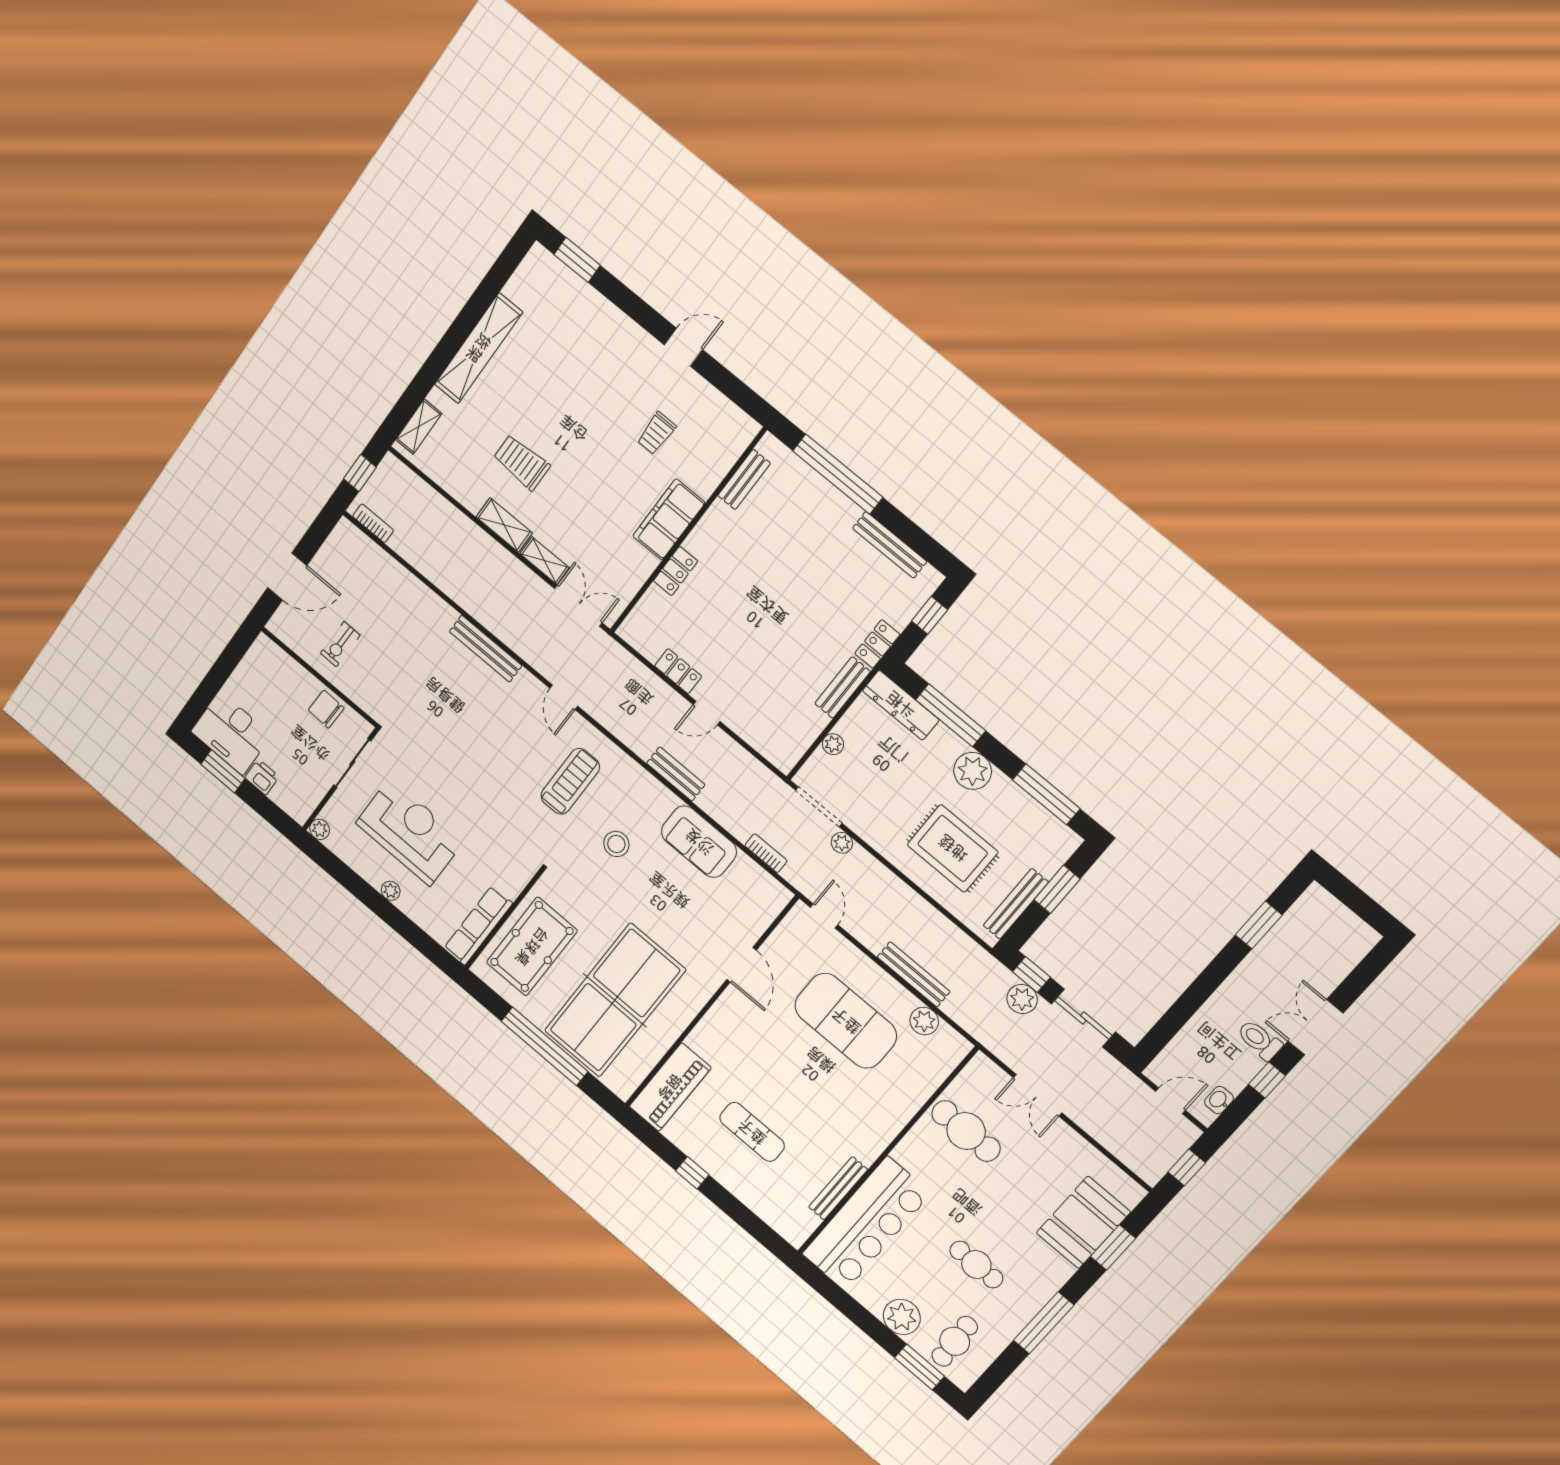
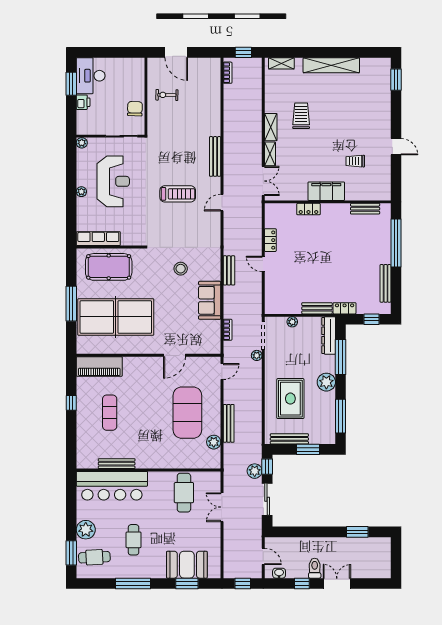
treadmill: (570, 781) -> (178, 194), moved
window: (544, 1046) -> (71, 304), width x0.68

